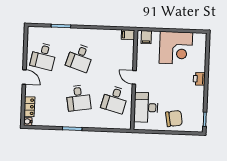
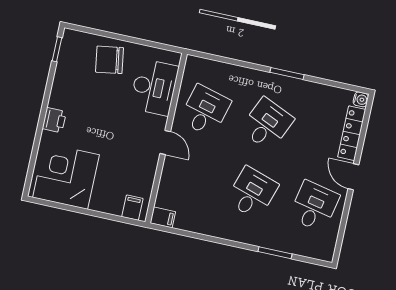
corner desk: (176, 48) -> (66, 176), moved
desk: (78, 98) -> (267, 124), turned 33
locker: (29, 107) -> (352, 133), width x1.53

